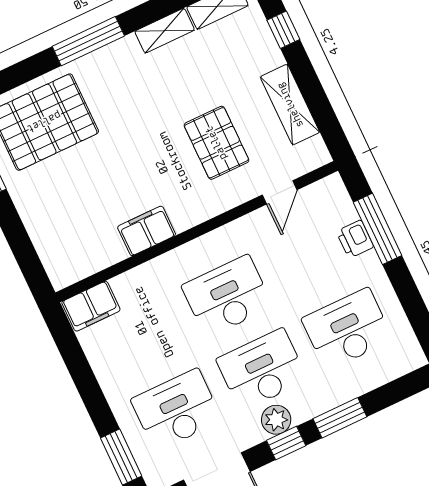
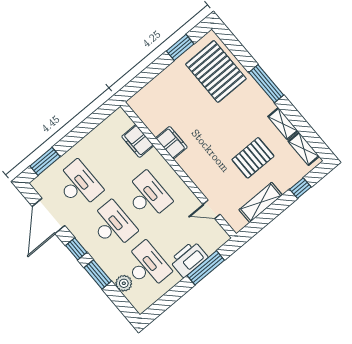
pallet: (216, 143) -> (253, 158), moved
printer: (355, 239) -> (189, 259), width x1.87, depth x1.48
filing cabinet: (91, 306) -> (138, 141), moved
plant: (276, 420) -> (124, 283), moved

